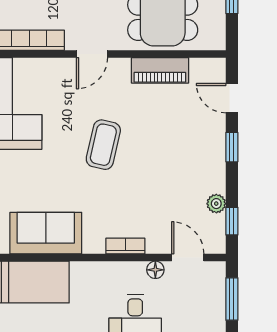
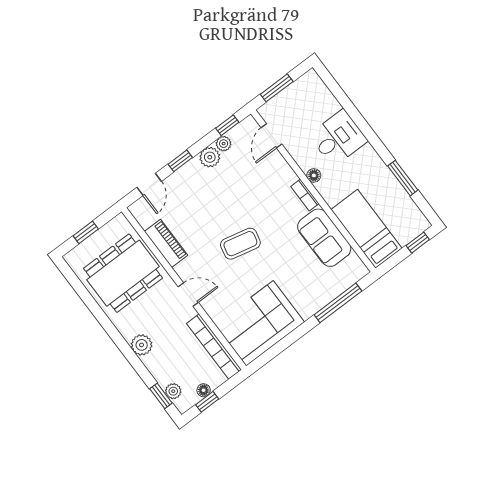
plant: (213, 179) -> (210, 157), added
bookcase: (125, 246) -> (305, 195), moved
floor lamp: (155, 270) -> (314, 175), moved

